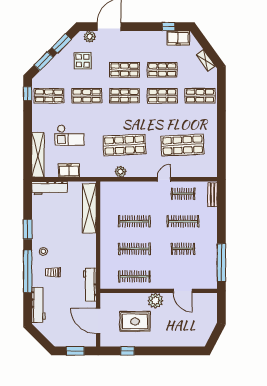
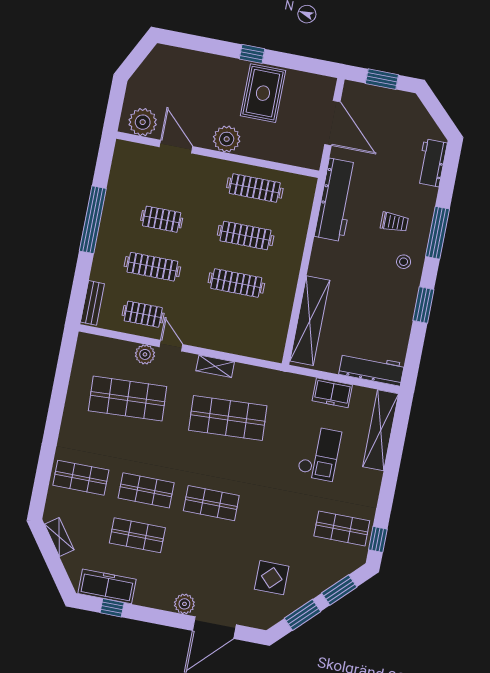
plant: (90, 37) -> (184, 604), moved
freezer: (178, 38) -> (107, 586), width x1.40
shop shelf: (124, 70) -> (203, 548), removed
shop shelf: (87, 96) -> (277, 516), removed
checkout: (70, 135) -> (319, 453), turned 90
plant: (120, 172) -> (145, 354), moved
shelving: (137, 173) -> (215, 366), added
door: (164, 179) -> (171, 346), swing flipped
window: (221, 263) -> (93, 220), moved
window: (28, 271) -> (437, 233), width x0.68
workbench: (90, 285) -> (336, 200), width x1.36, depth x1.32
plant: (204, 301) -> (143, 122), added
workbench: (38, 305) -> (432, 163), width x0.73
rug: (135, 321) -> (263, 93), moved, turned 90
window: (127, 351) -> (252, 54), moved

